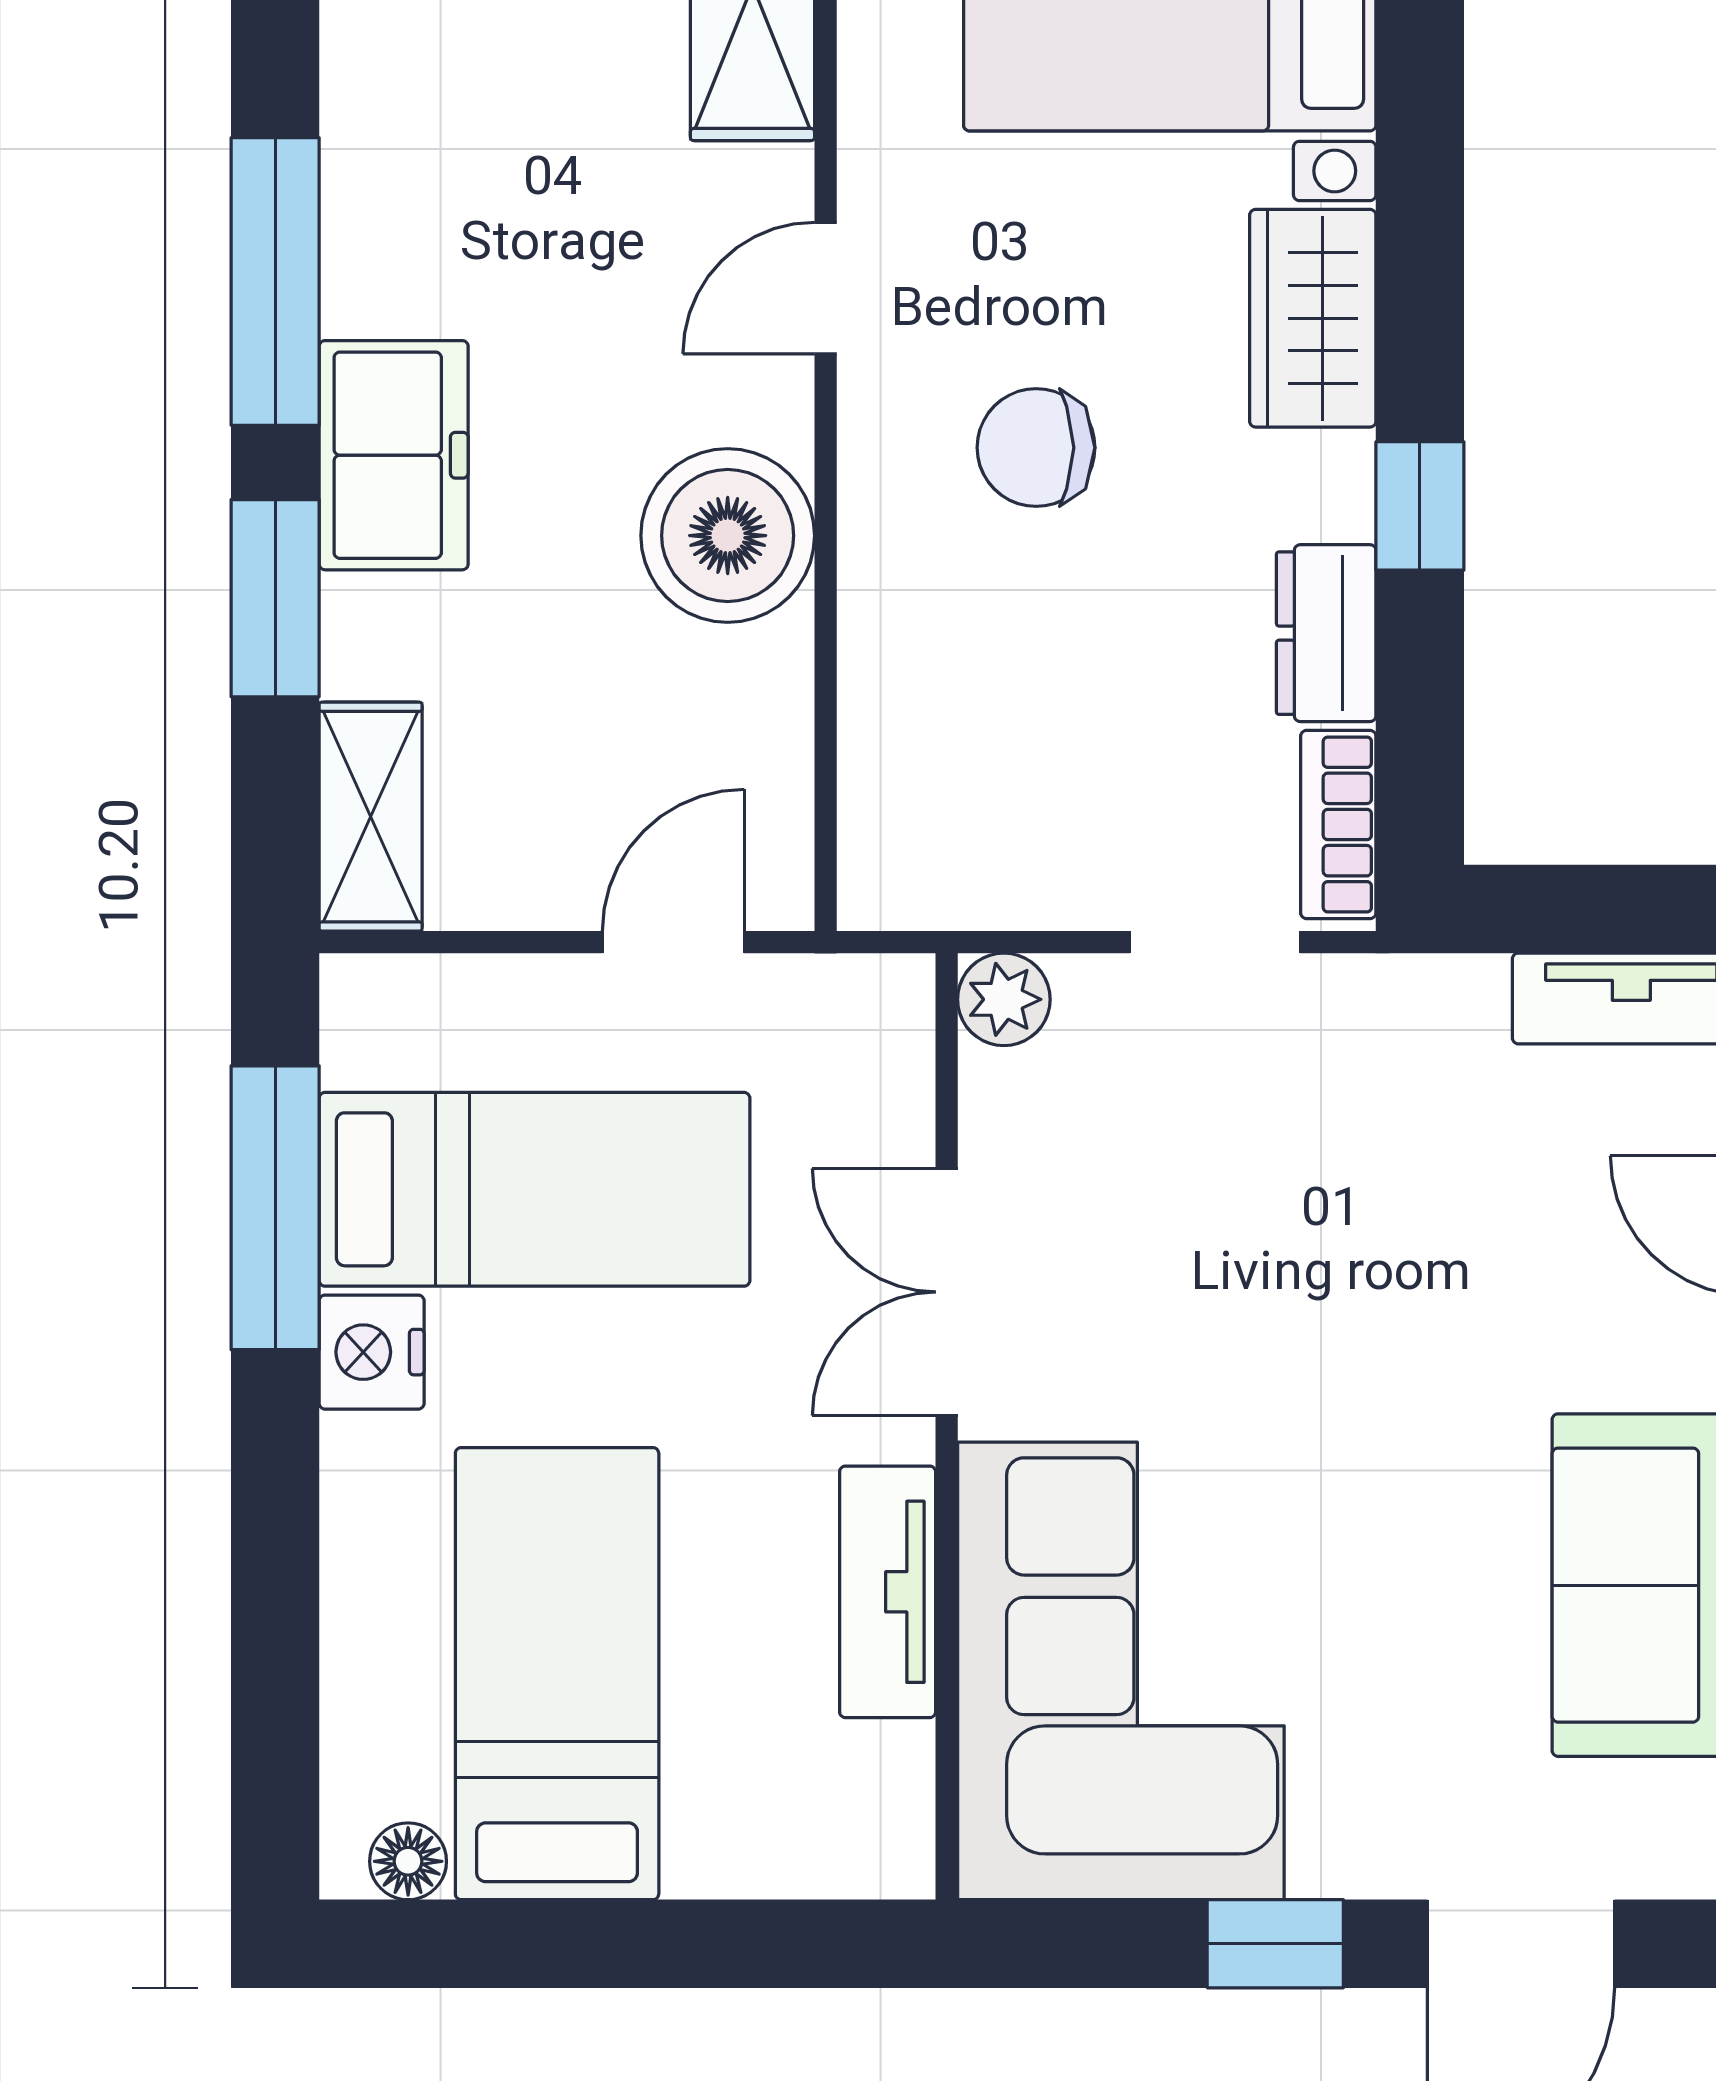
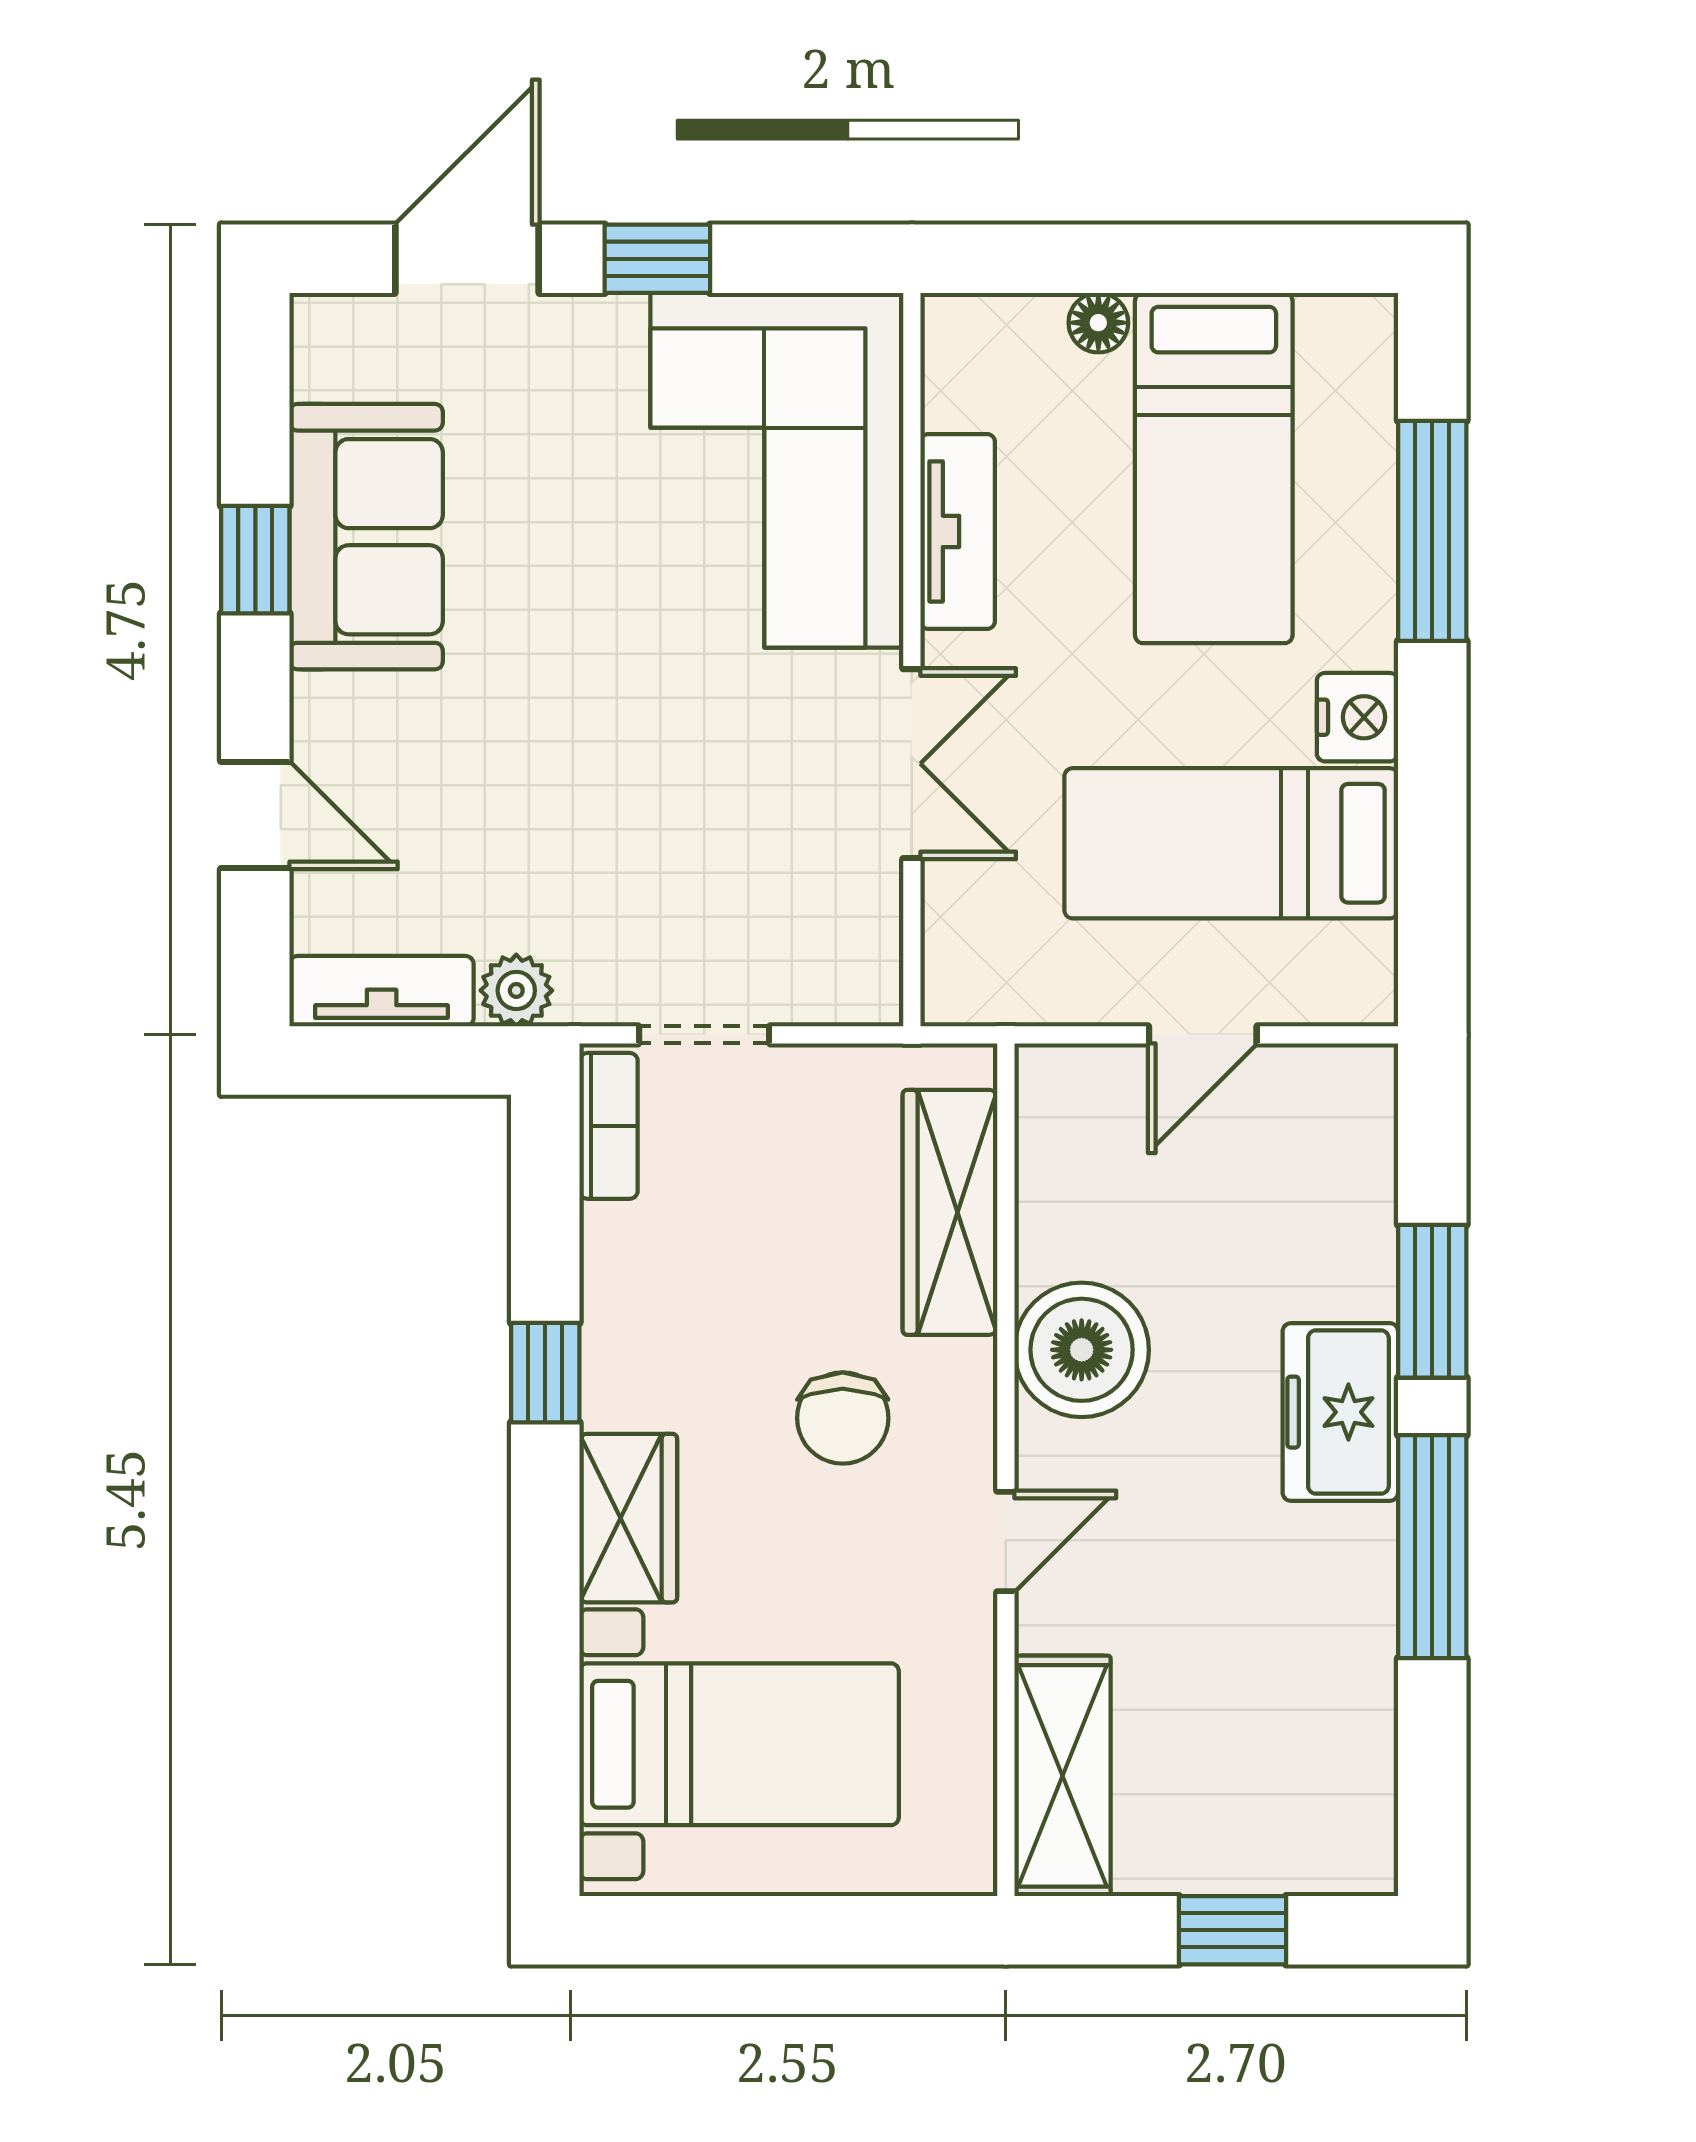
chair: (1036, 448) -> (843, 1418), turned 90
dresser: (1326, 633) -> (618, 1274), removed
wardrobe: (898, 713) -> (950, 1212), added
shelving: (371, 817) -> (1358, 1132), removed
door: (673, 942) -> (1203, 1035), moved
plant: (1004, 999) -> (516, 990), moved
window: (275, 1208) -> (1432, 531), moved
floor lamp: (408, 1861) -> (1098, 323), moved

